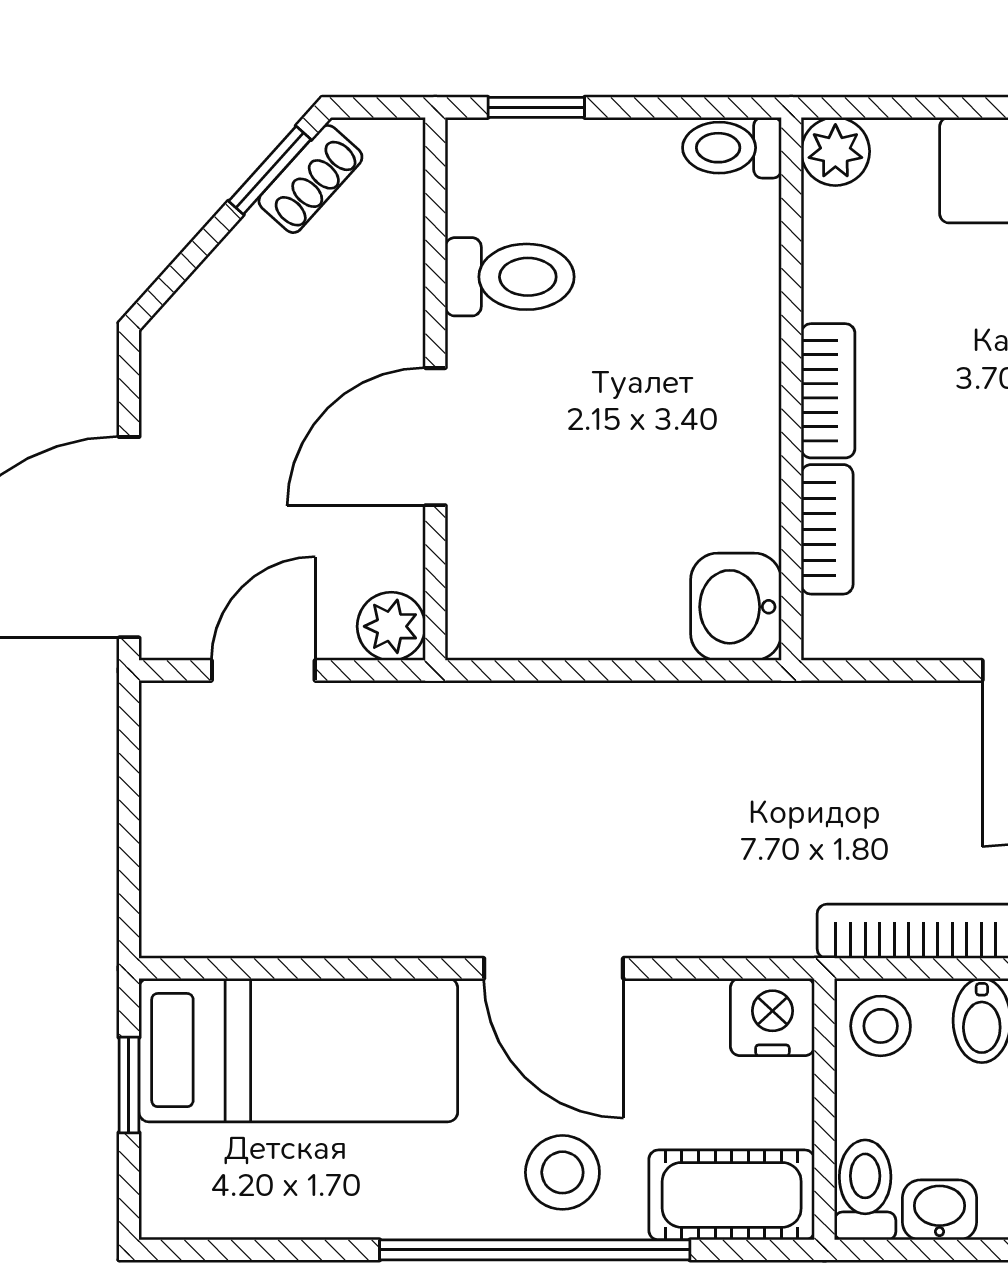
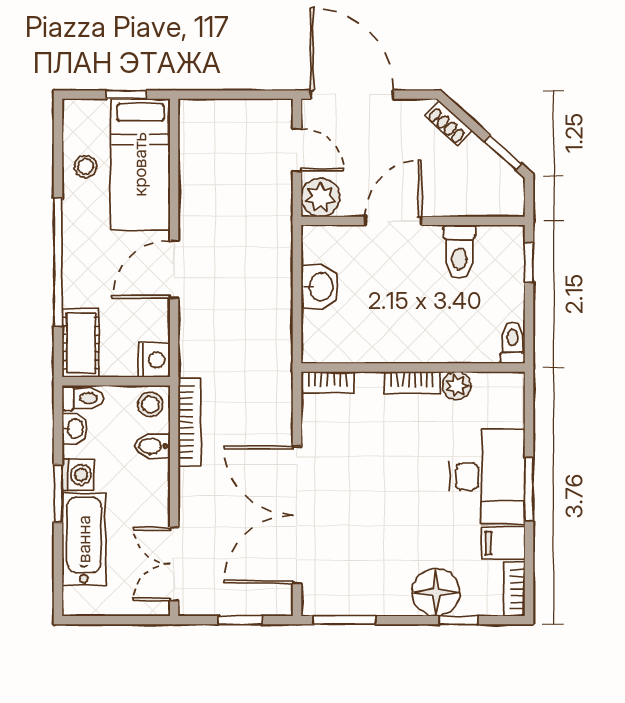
plant: (835, 151) -> (457, 386), moved
shoe rack: (310, 179) -> (448, 123), moved
door: (435, 437) -> (393, 221), hinge flipped
bookcase: (827, 529) -> (328, 382), moved
washbasin: (736, 607) -> (320, 287), moved, turned 90
plant: (391, 626) -> (320, 197), width x1.38, depth x1.38
stool: (562, 1172) -> (85, 166), moved, width x0.73, depth x0.73

